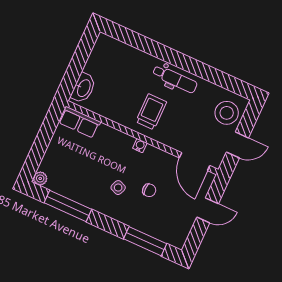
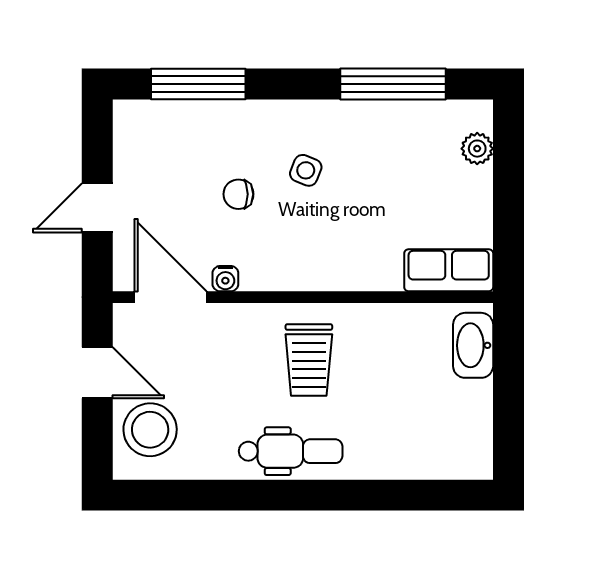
dental chair: (175, 79) -> (291, 451), turned 180
door: (237, 145) -> (97, 373), swing flipped
water cooler: (140, 146) -> (225, 279), moved
plant: (40, 178) -> (477, 149), moved

